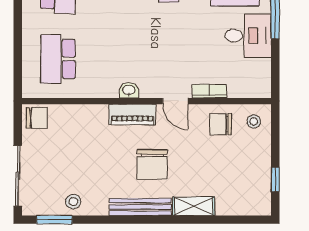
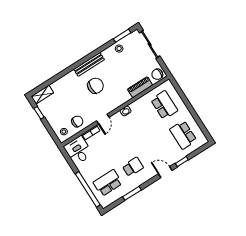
desk: (248, 36) -> (78, 150), moved, turned 90
door: (175, 101) -> (103, 119), swing flipped
piano: (132, 115) -> (140, 87), moved
chair: (152, 164) -> (95, 86), turned 90
shelving: (194, 206) -> (42, 95), moved

